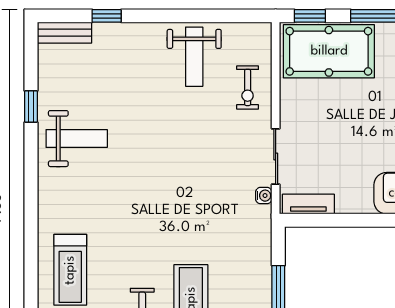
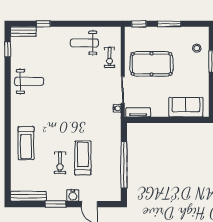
pool table: (329, 51) -> (152, 64), moved
weight bench: (194, 57) -> (84, 43), turned 90
window: (31, 106) -> (8, 49), moved

